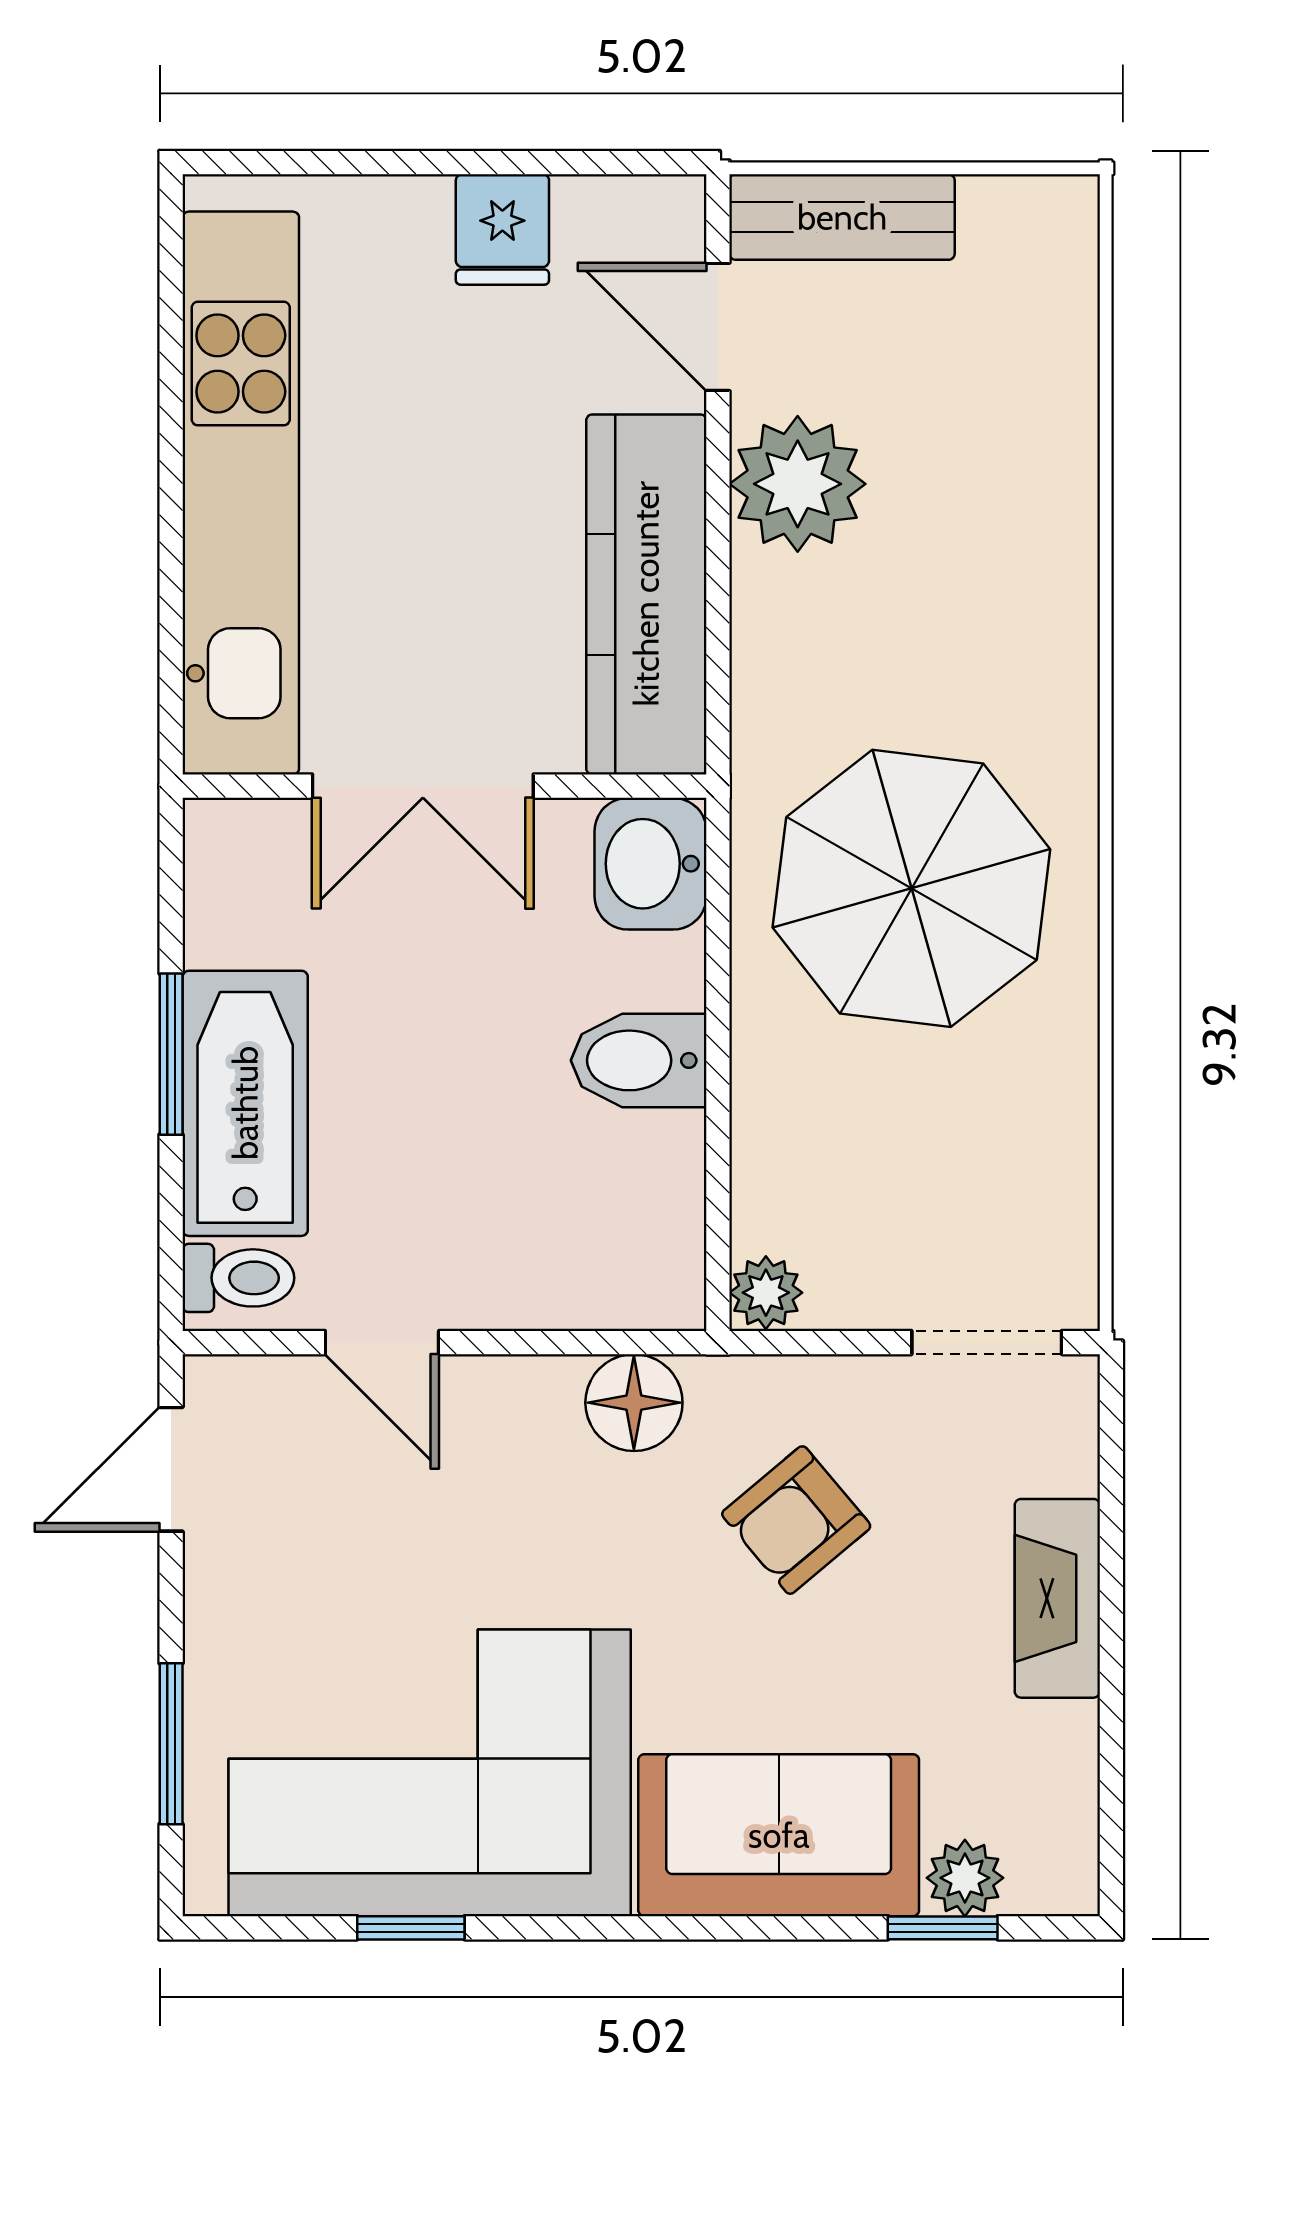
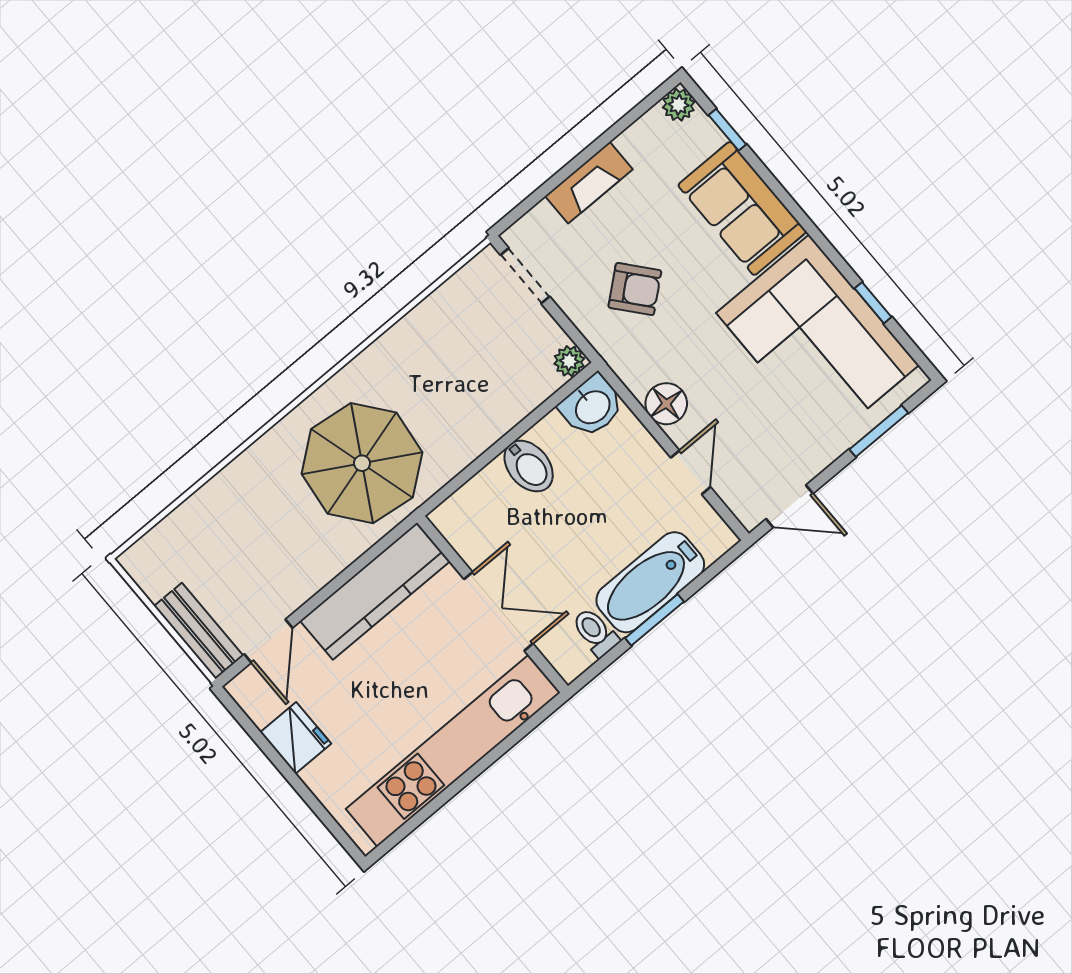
fridge: (502, 229) -> (296, 738), width x1.38
plant: (798, 484) -> (298, 572), removed
washbasin: (651, 864) -> (592, 406), moved
parasol: (911, 888) -> (362, 463), moved
toilet: (238, 1278) -> (595, 632), moved
floor lamp: (634, 1403) -> (666, 404), moved
plant: (965, 1878) -> (679, 105), moved

